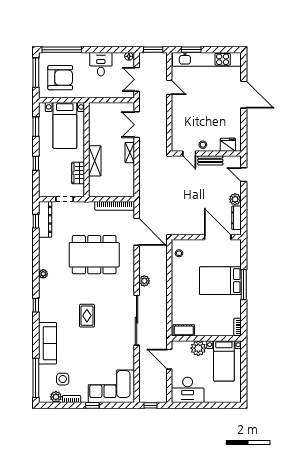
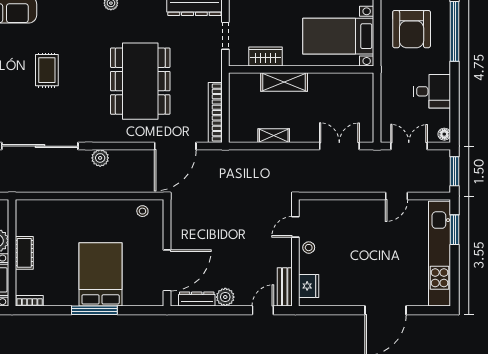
shelving: (130, 153) -> (274, 136), moved
bench: (210, 160) -> (285, 287), moved
rug: (87, 316) -> (47, 70), turned 90
cot: (184, 330) -> (24, 253), moved

